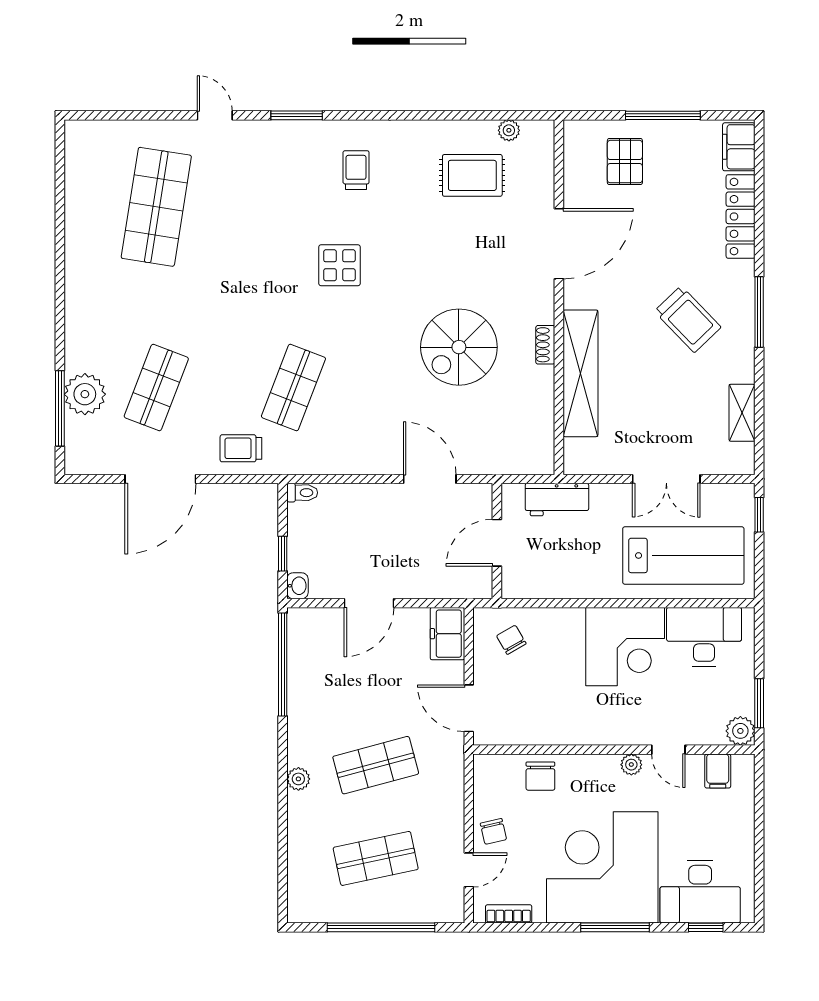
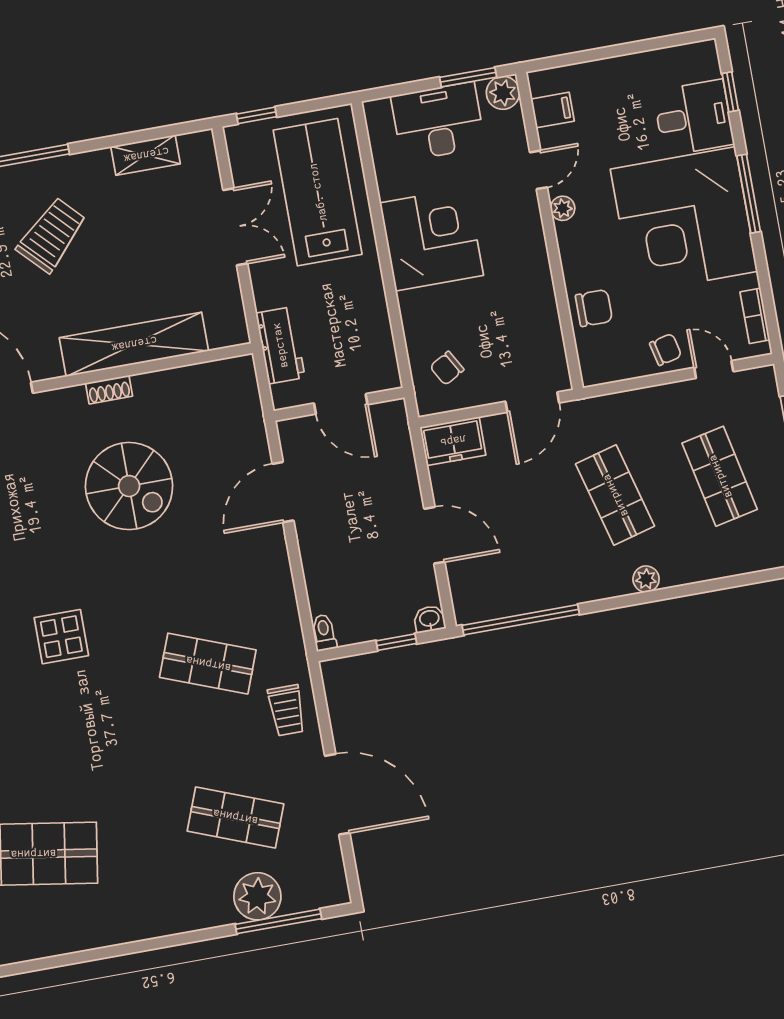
desk: (704, 637) -> (438, 122), moved, turned 90
desk: (700, 892) -> (694, 118), width x0.73

